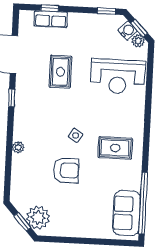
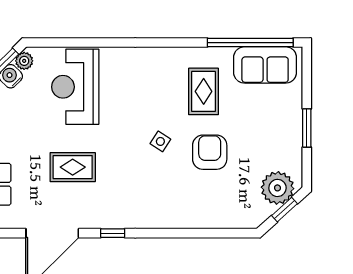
reception desk: (118, 76) -> (75, 87), turned 180
plant: (18, 147) -> (181, 221), removed
rug: (115, 148) -> (204, 91), moved
window: (80, 241) -> (307, 128), added

